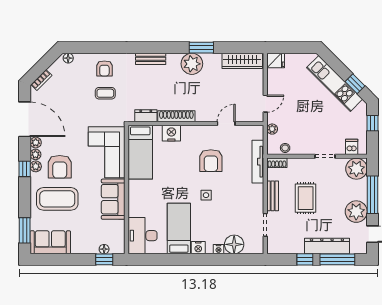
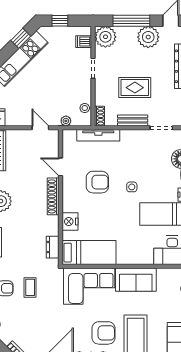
shoe rack: (176, 116) -> (53, 196), moved

